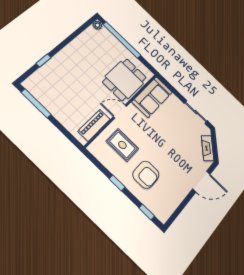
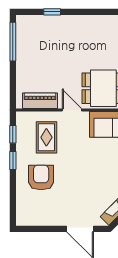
armchair: (146, 175) -> (41, 178), turned 180
window: (147, 212) -> (13, 134), moved

